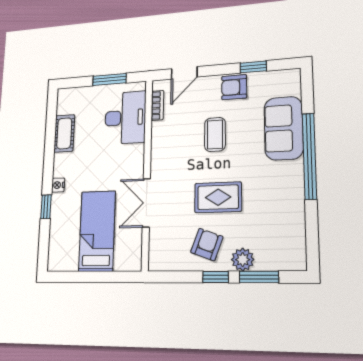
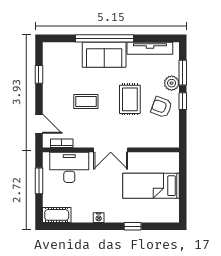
armchair: (234, 87) -> (53, 88), removed
sofa: (284, 128) -> (104, 55), moved
cot: (64, 133) -> (57, 215), moved
nightstand: (58, 185) -> (99, 218), moved
double door: (146, 203) -> (111, 150), moved
tv unit: (296, 225) -> (150, 48), added

